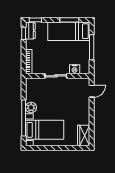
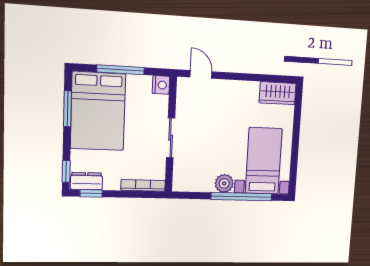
bed: (69, 31) -> (98, 111), width x1.50
nightstand: (75, 69) -> (161, 85), moved

